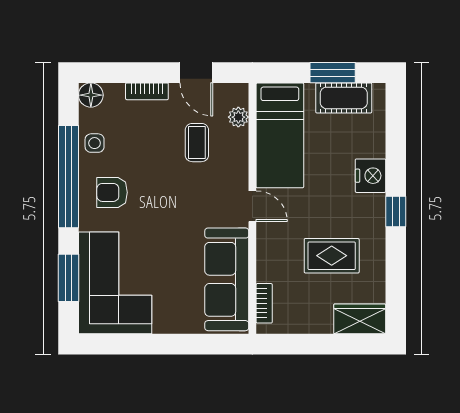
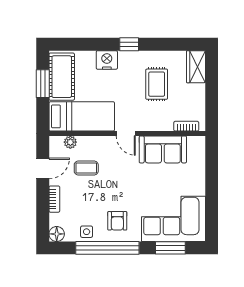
cot: (344, 98) -> (62, 77), width x1.37, depth x1.34
door: (252, 206) -> (126, 133), swing flipped
sofa: (227, 279) -> (163, 149), width x0.73

